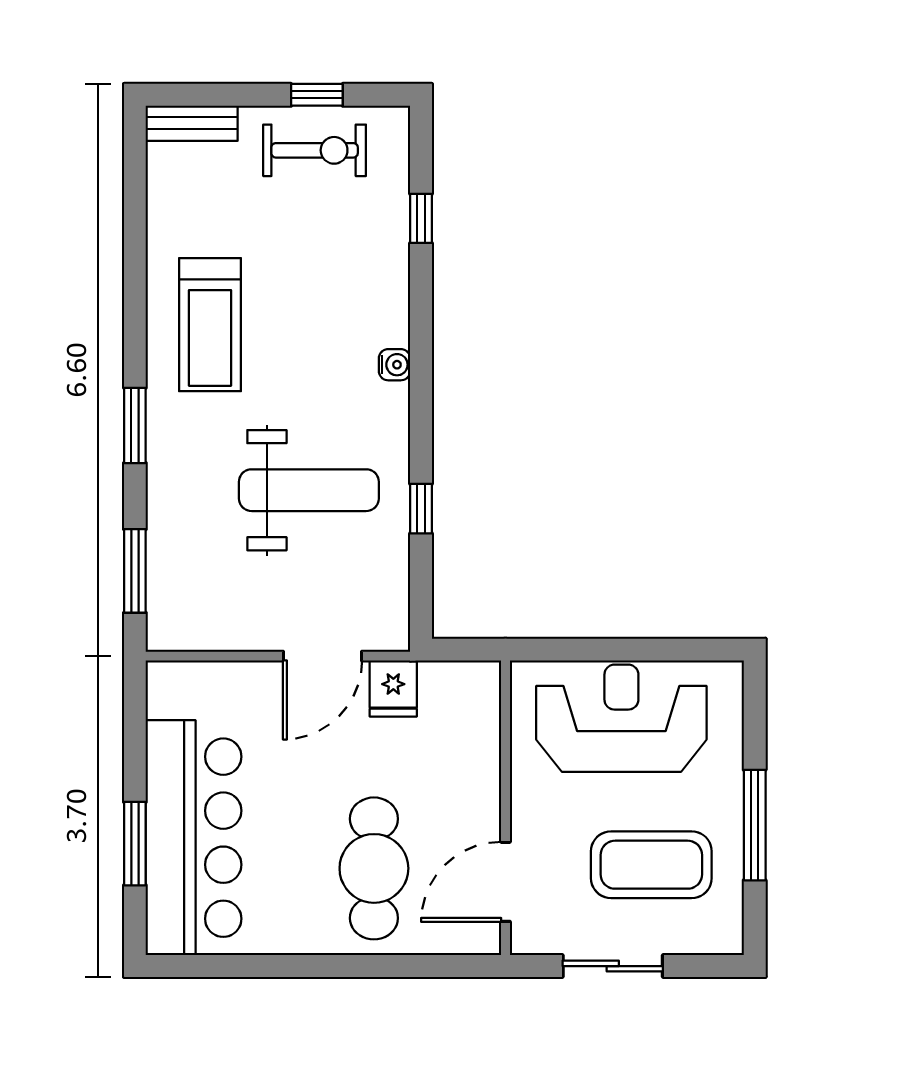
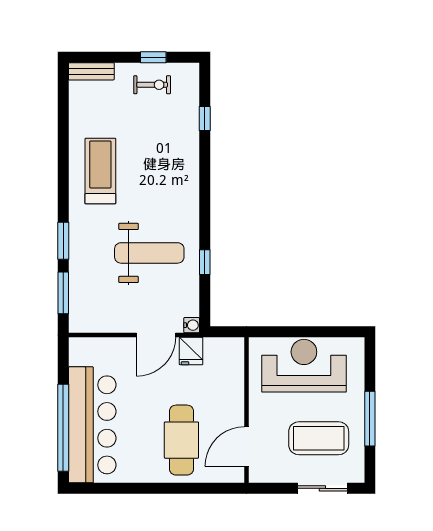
exercise bike: (315, 150) -> (152, 85), width x0.73, depth x0.72
treadmill: (210, 325) -> (100, 171), turned 180
water cooler: (394, 365) -> (192, 325), moved
window: (135, 425) -> (63, 241), moved
window: (135, 844) -> (63, 428), width x2.11
sliding door: (613, 966) -> (322, 488), moved

